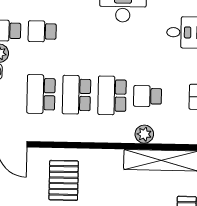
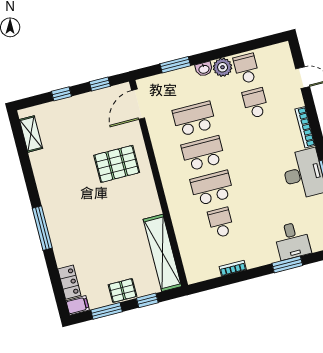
plant: (144, 134) -> (183, 230), removed

